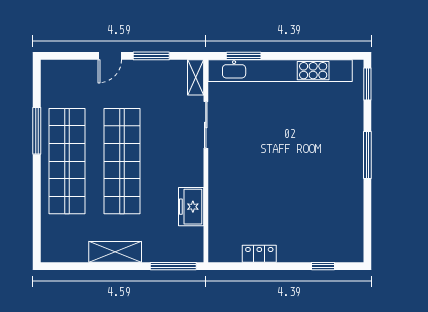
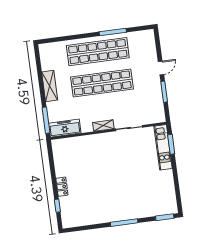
door: (110, 56) -> (161, 68), swing flipped
kitchen unit: (280, 71) -> (163, 147), width x0.54
shelving: (196, 77) -> (103, 126), moved
freezer: (191, 207) -> (65, 128), moved, width x1.40
locker: (259, 254) -> (62, 187), moved

